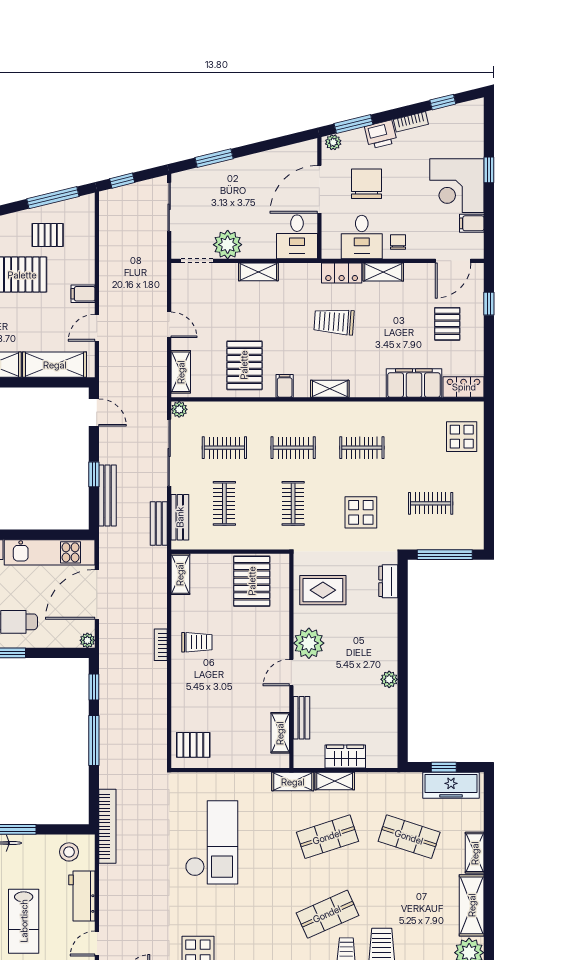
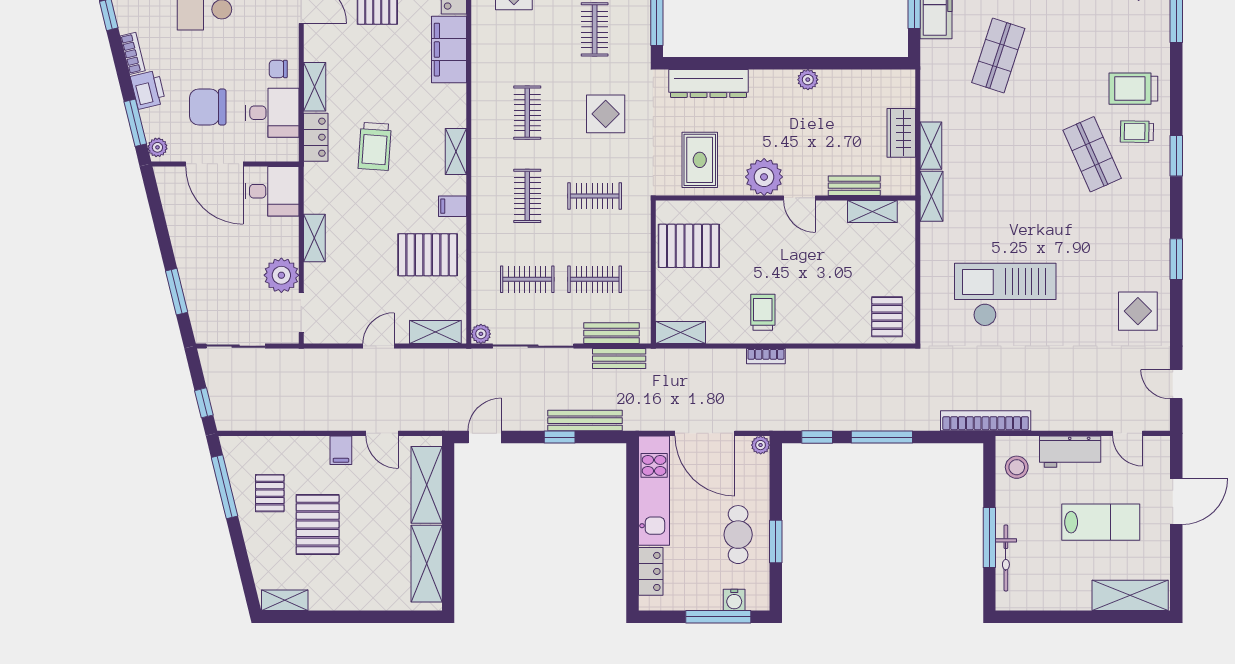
clothes rail: (224, 448) -> (527, 279), turned 90
dresser: (388, 581) -> (709, 83), width x1.96, depth x1.24
shop shelf: (327, 837) -> (998, 154), removed

